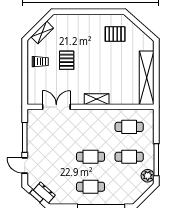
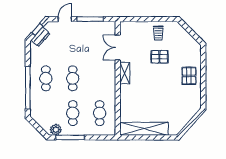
shelving: (42, 32) -> (185, 35), removed
pallet: (115, 34) -> (189, 76), moved
shelving: (97, 99) -> (125, 73), moved
double door: (56, 107) -> (118, 48), swing flipped

